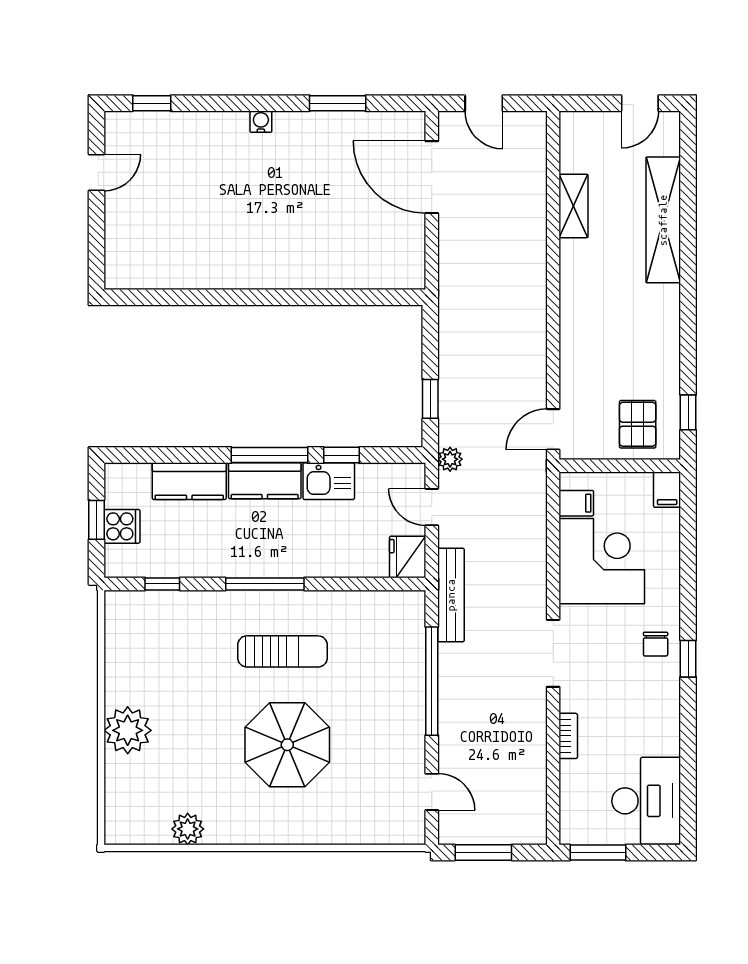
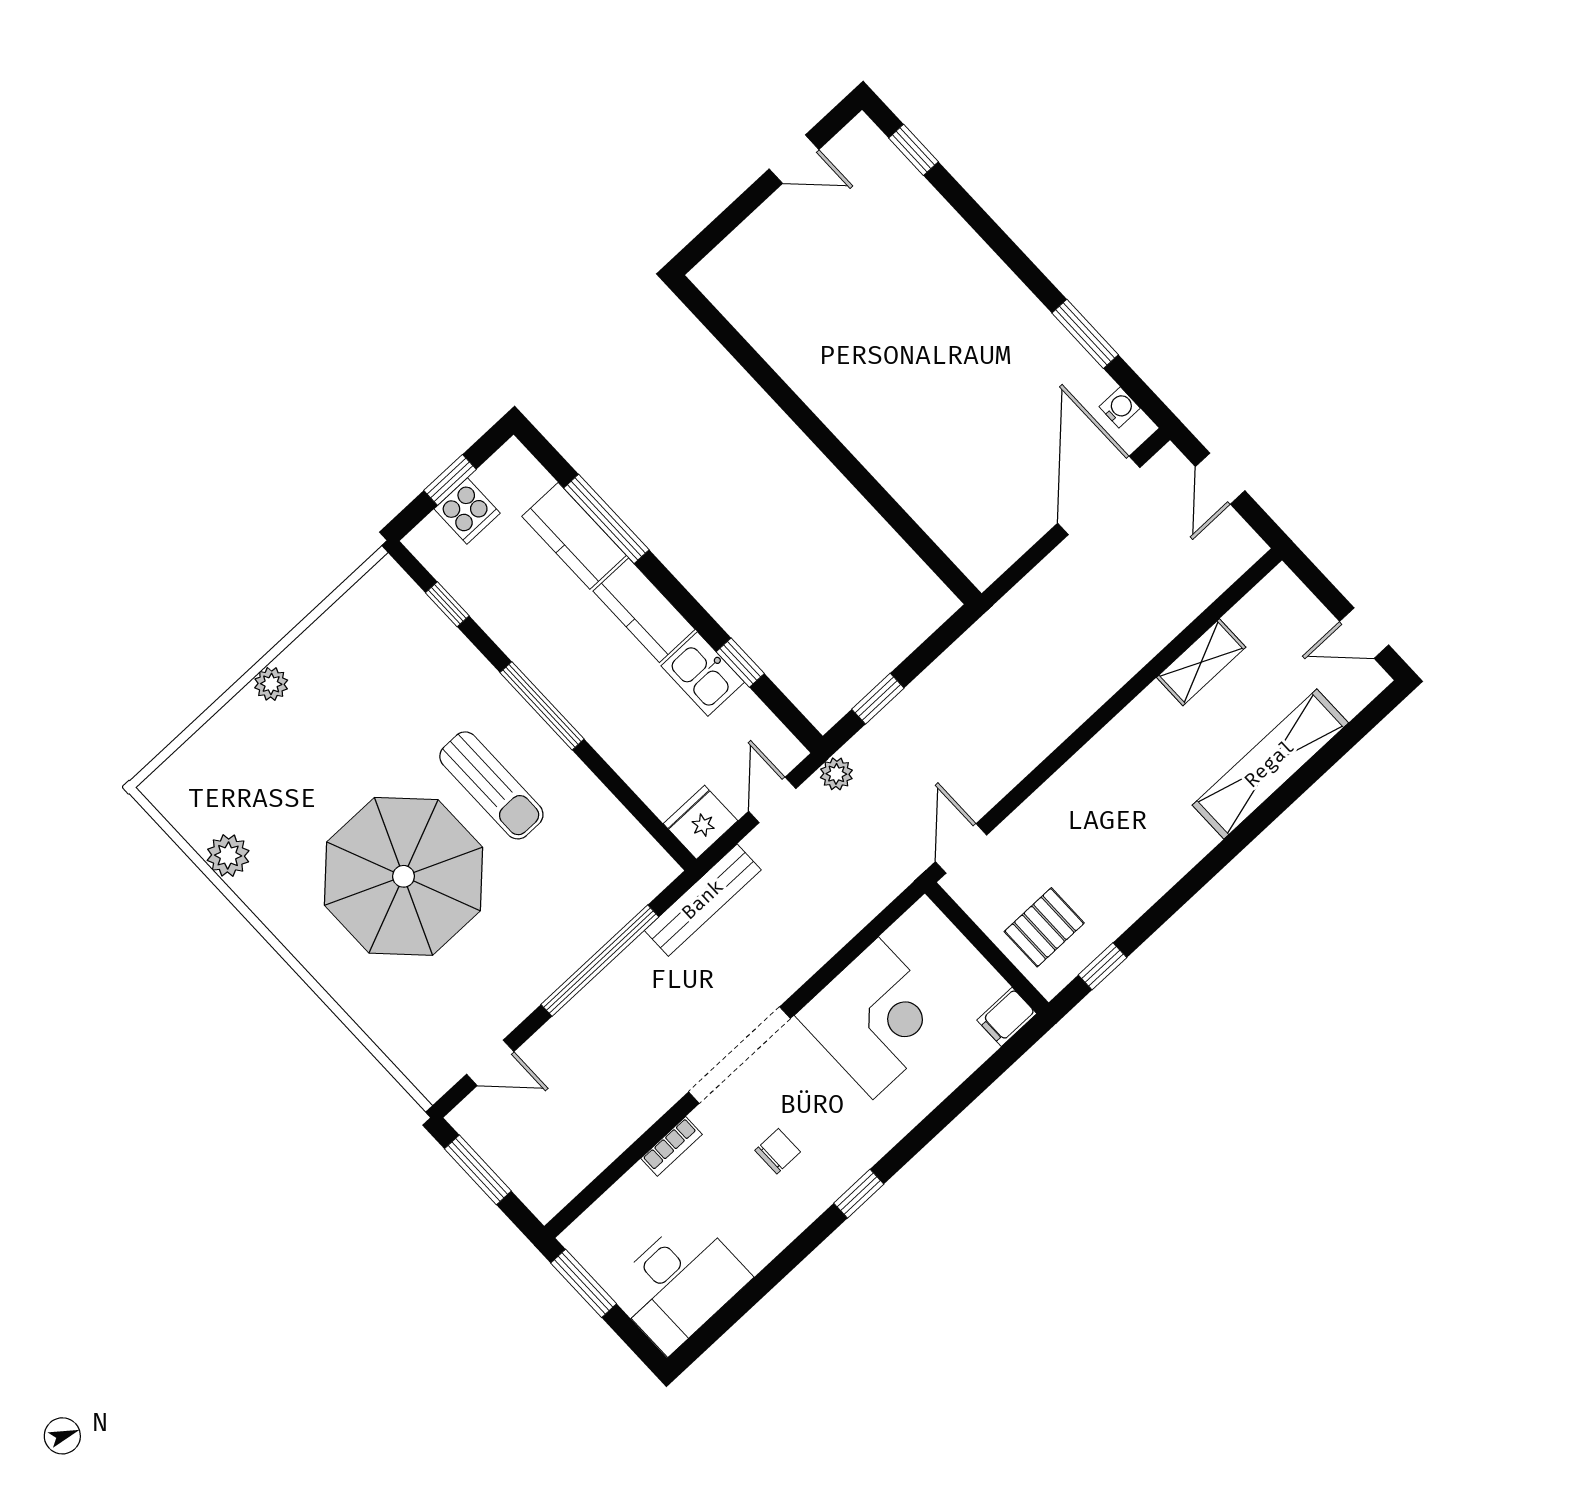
water cooler: (261, 122) -> (1120, 407), moved
door: (553, 429) -> (961, 848), hinge flipped
window: (270, 455) -> (606, 519), moved
filing cabinet: (576, 503) -> (910, 939), removed
chair: (656, 644) -> (778, 1151), moved, turned 180
doorway: (553, 653) -> (739, 1055), width x1.36
plant: (128, 730) -> (271, 684), width x0.53, depth x0.53
parasol: (287, 745) -> (403, 876), width x1.36, depth x1.36
door: (432, 792) -> (490, 1063), hinge flipped

